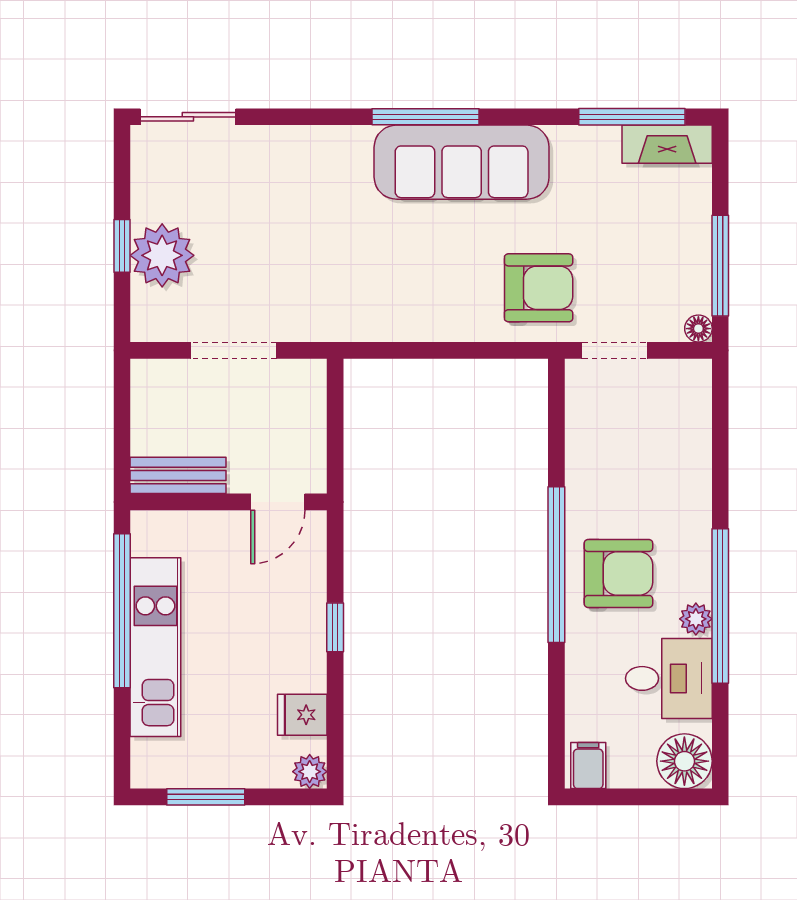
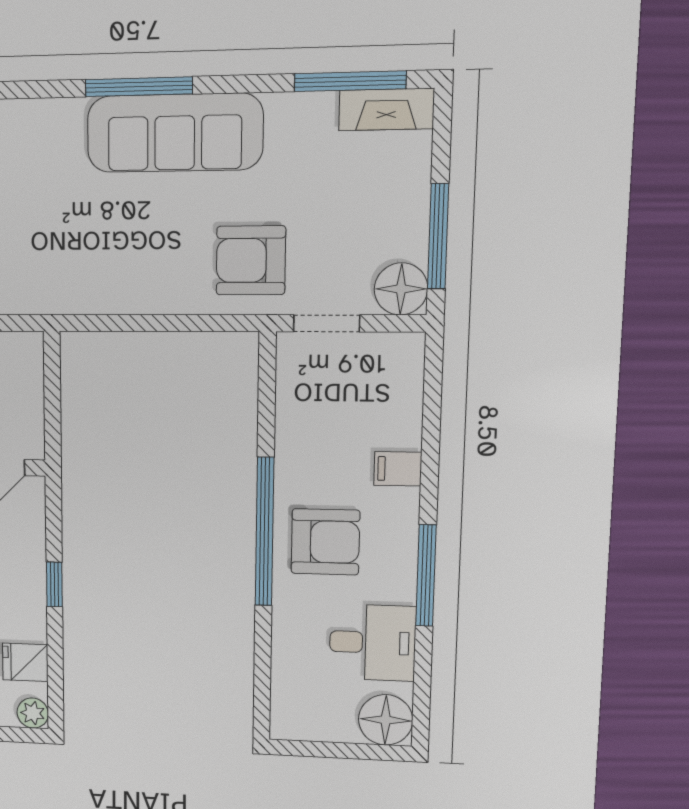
armchair: (539, 288) -> (251, 260), turned 180
floor lamp: (698, 329) -> (401, 289), width x1.89, depth x1.89
window: (720, 606) -> (426, 576), width x0.68
plant: (696, 619) -> (401, 587), removed
filing cabinet: (588, 766) -> (398, 469), moved, turned -90

